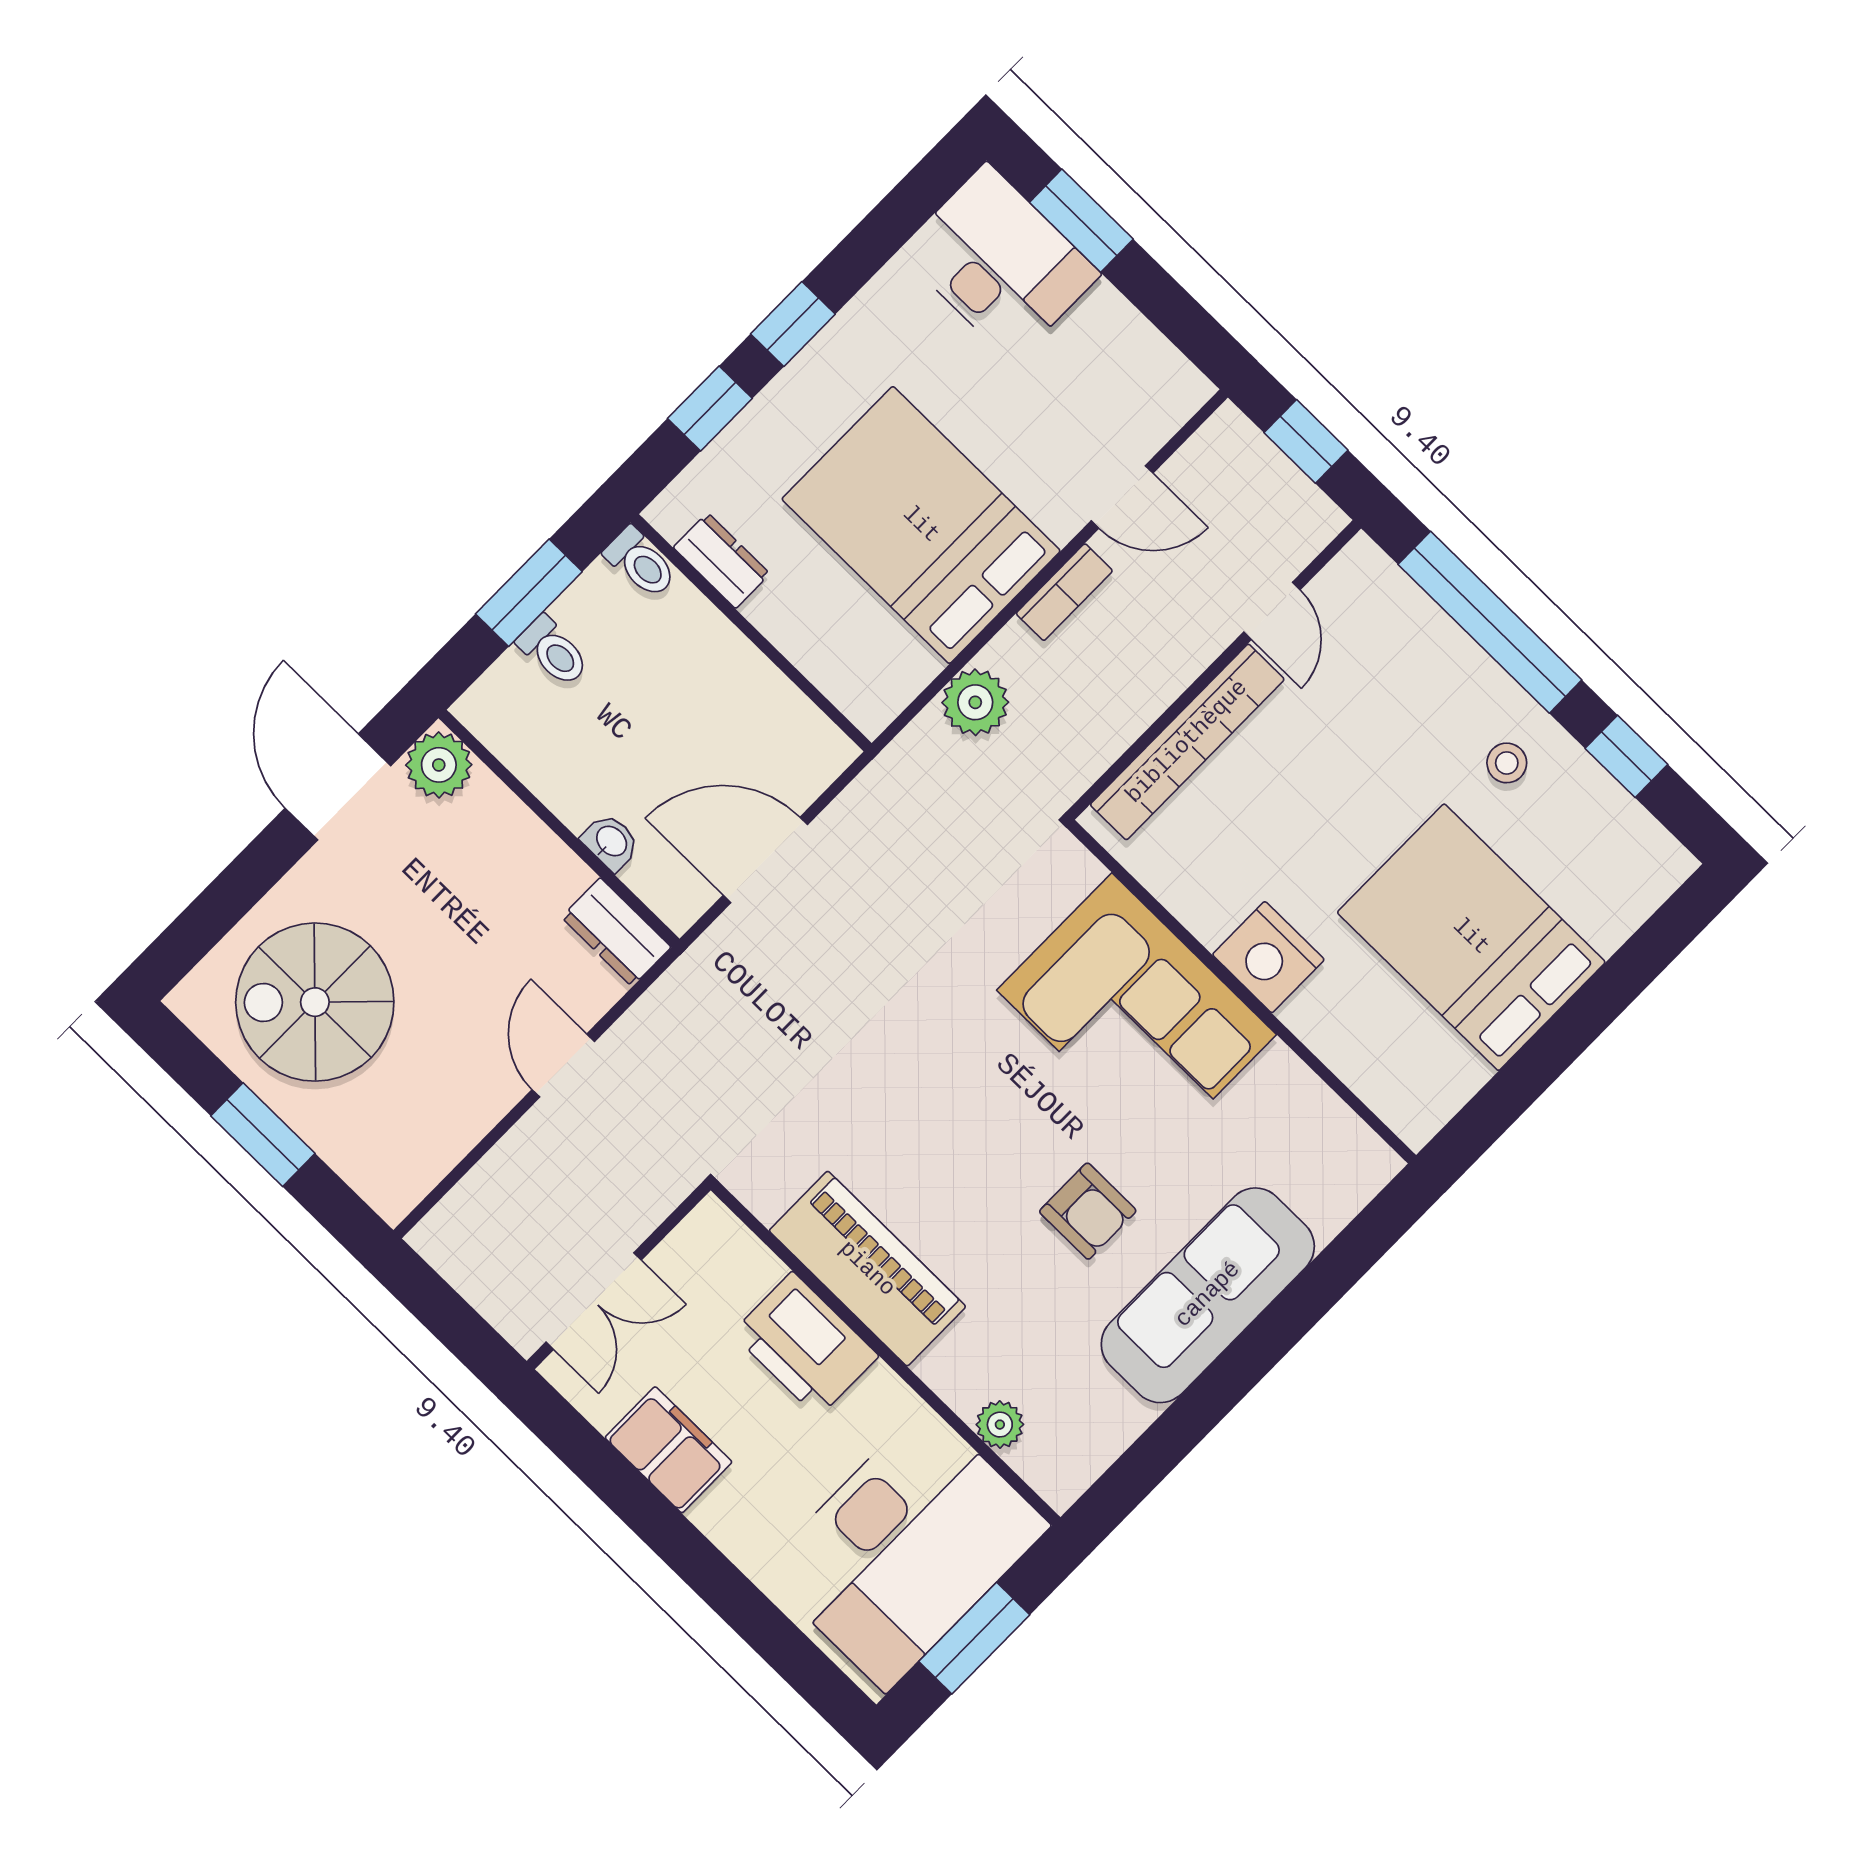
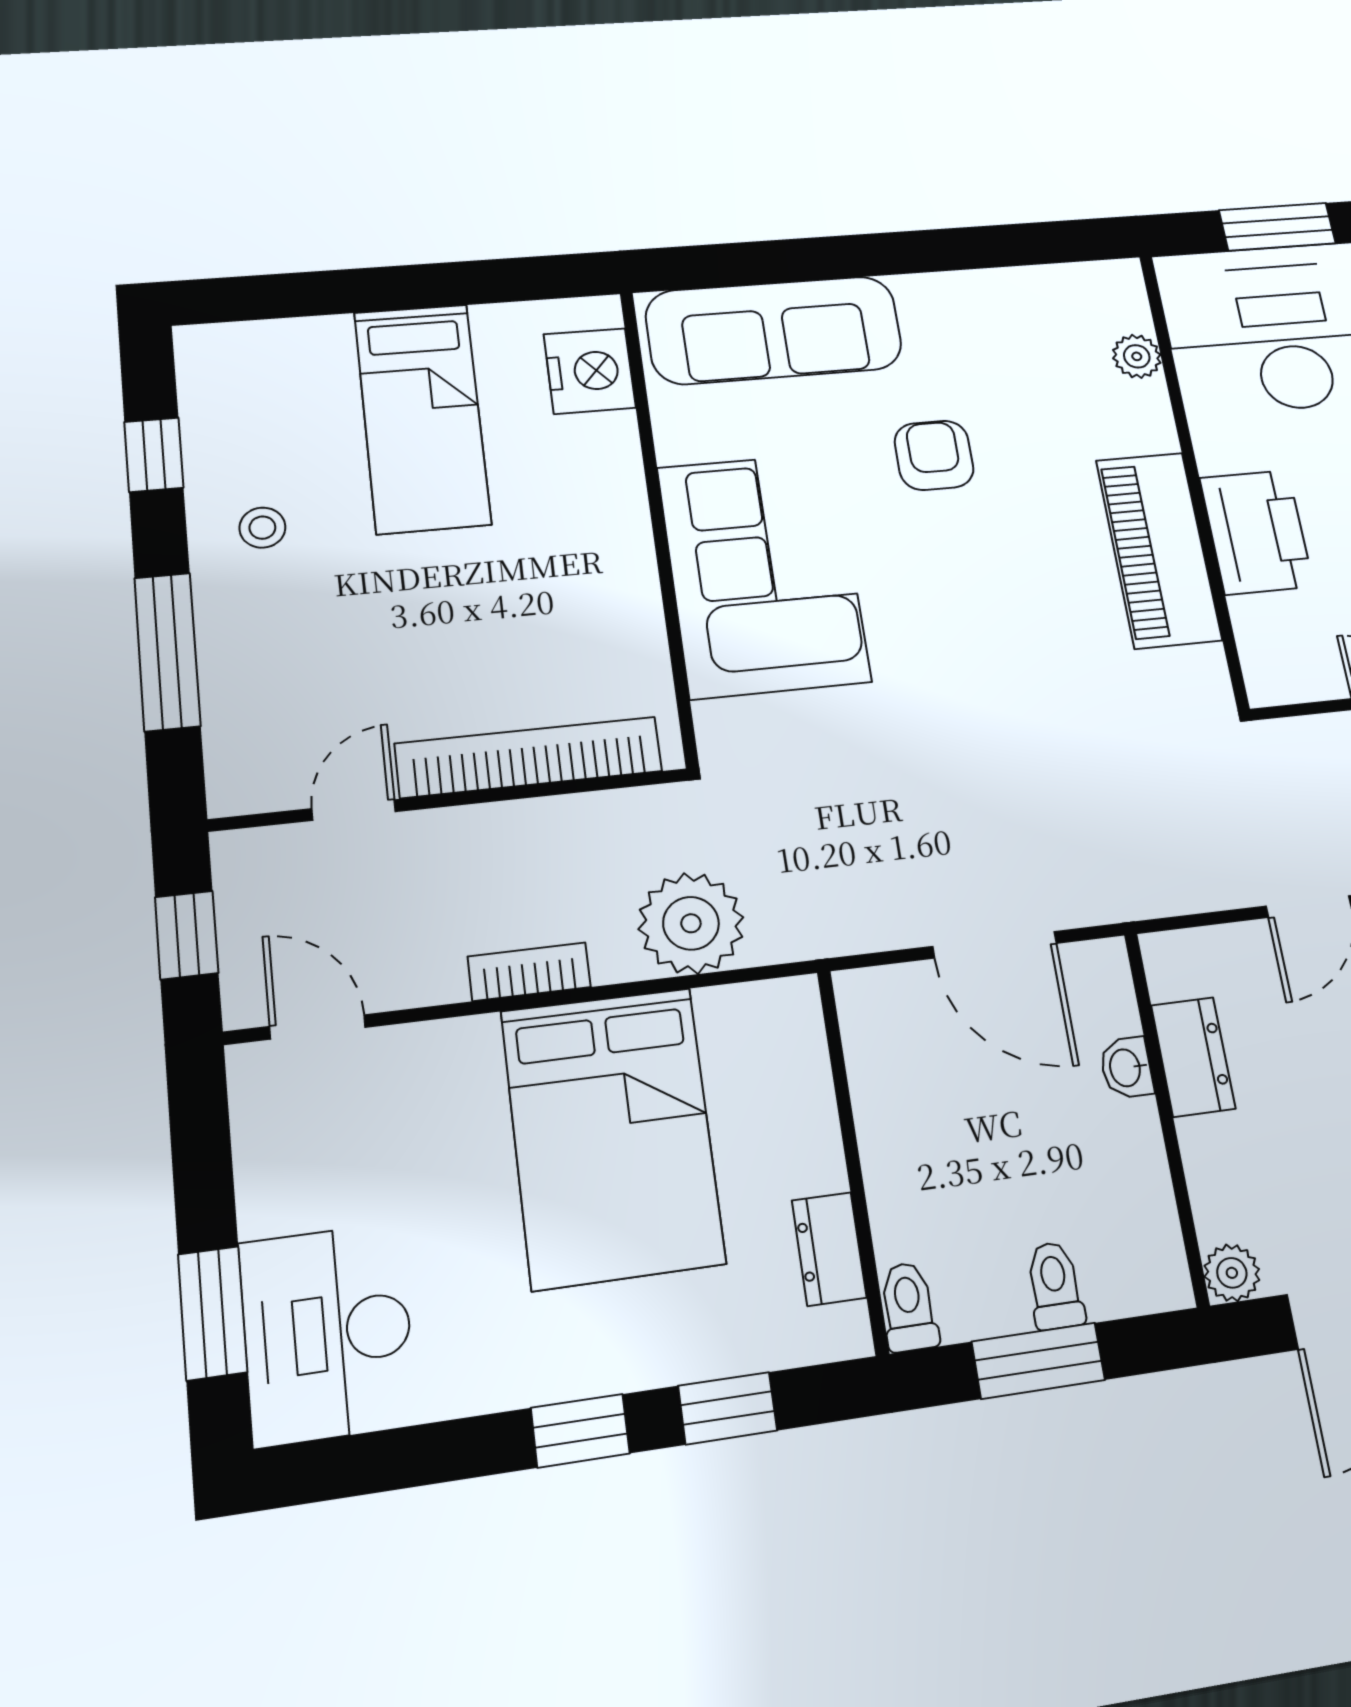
door: (1122, 497) -> (318, 1027), moved
window: (1490, 622) -> (167, 652), width x0.68
plant: (975, 702) -> (691, 923), width x1.36, depth x1.36
plant: (439, 765) -> (1232, 1273), width x0.73, depth x0.73
dresser: (616, 932) -> (1193, 1057), moved
bed: (1471, 937) -> (422, 418), width x0.67
nightstand: (1268, 957) -> (590, 371), moved
sofa: (1208, 1295) -> (774, 330), moved

